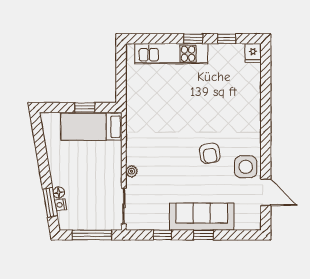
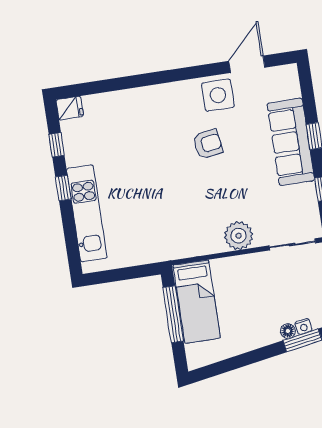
window: (85, 107) -> (173, 314), width x2.17
plant: (132, 171) -> (239, 236), width x1.88, depth x1.88

